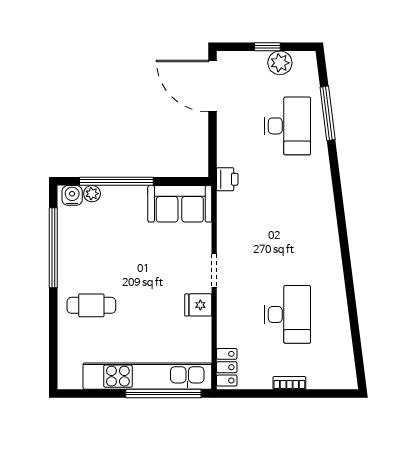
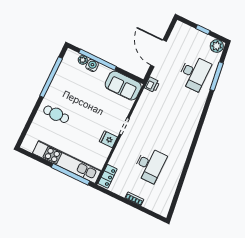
plant: (280, 63) -> (217, 46), moved
door: (212, 86) -> (159, 53), moved
water cooler: (72, 195) -> (92, 65), moved

